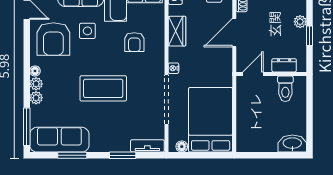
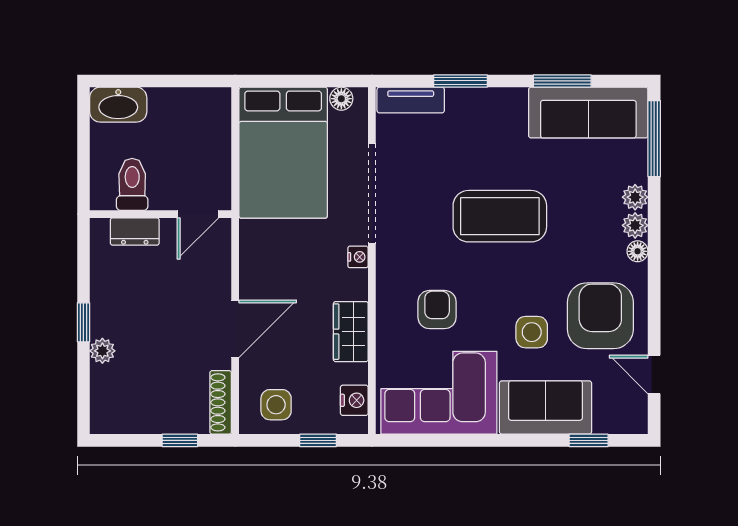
dresser: (284, 65) -> (135, 232), moved
door: (253, 74) -> (198, 214), moved
wall: (271, 74) -> (161, 214), moved
toilet: (285, 89) -> (132, 184), moved

